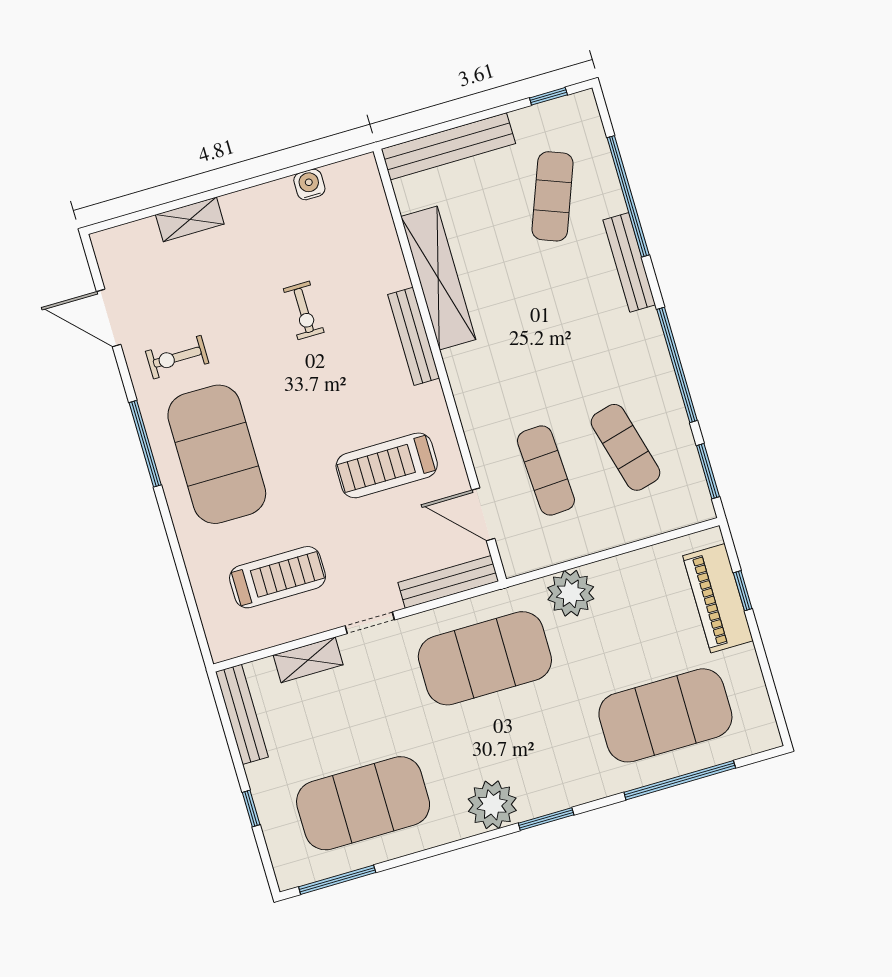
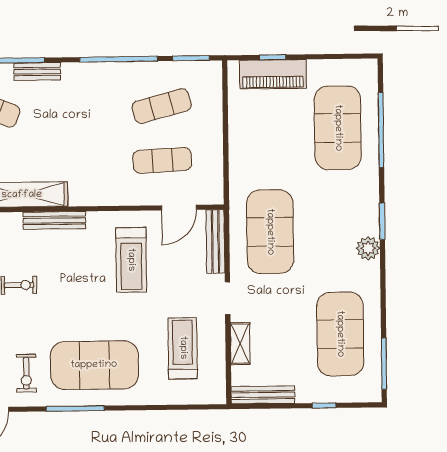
bench: (629, 262) -> (37, 71), width x0.73
plant: (571, 593) -> (244, 166), removed
plant: (492, 805) -> (368, 248), width x0.73, depth x0.73

